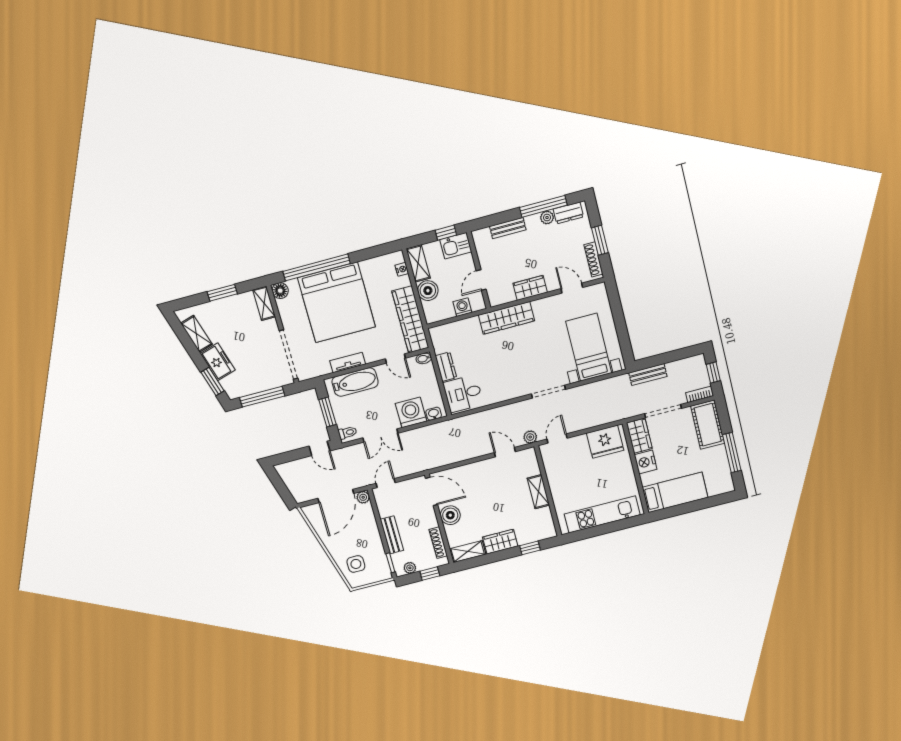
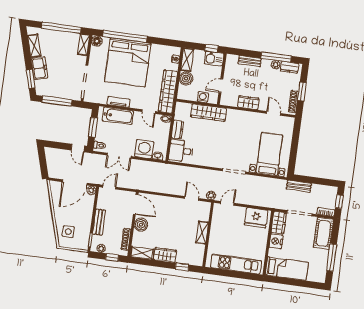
window: (222, 293) -> (61, 28), width x2.11
wardrobe: (506, 318) -> (209, 113), moved

